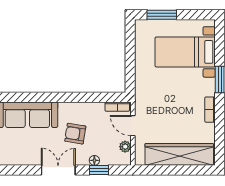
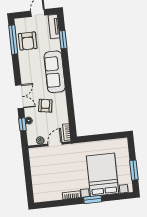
window: (162, 15) -> (134, 170), moved
bed with nightstands: (185, 52) -> (103, 175), width x1.36
wardrobe: (179, 154) -> (39, 178), removed

